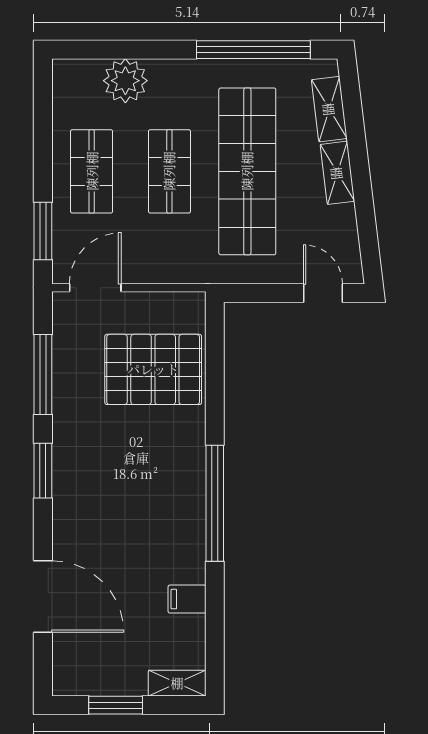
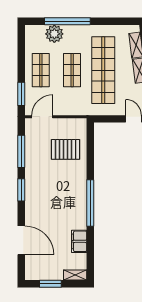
window: (253, 50) -> (67, 21), moved
pallet: (153, 369) -> (66, 149), width x0.73, depth x0.71
filing cabinet: (187, 599) -> (79, 241), width x2.00

